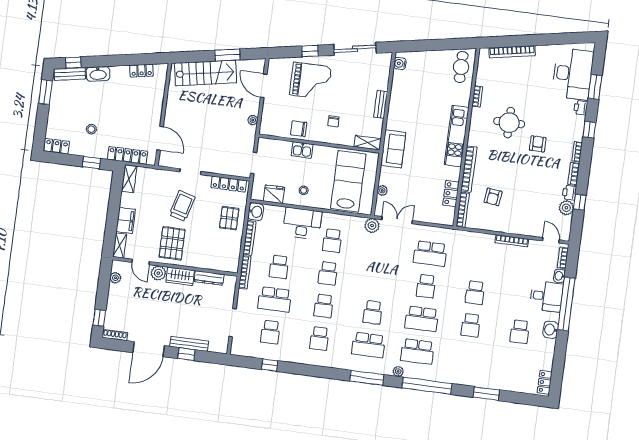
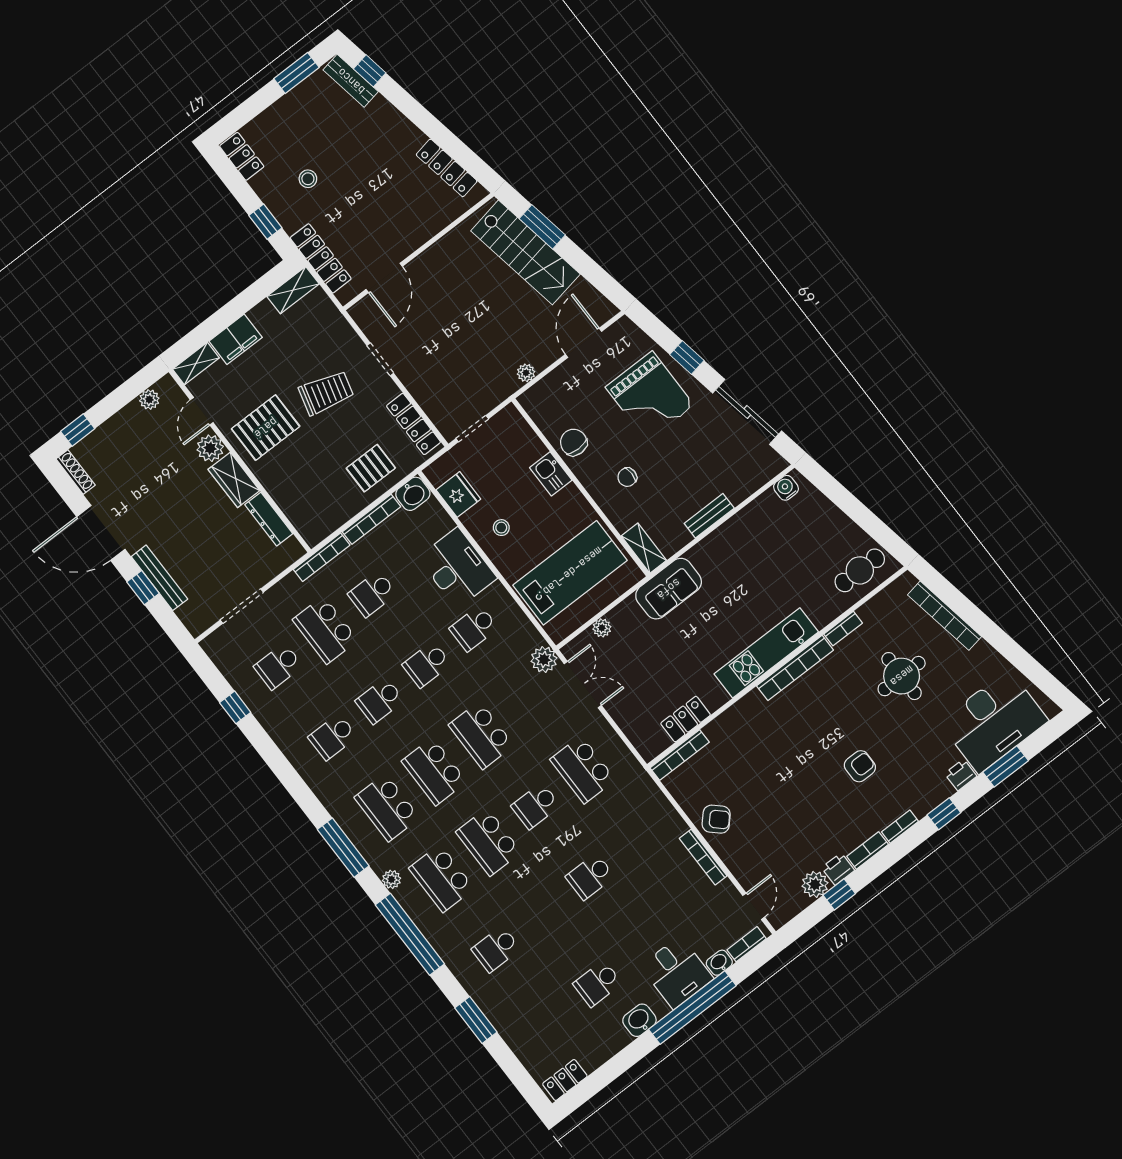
window: (227, 55) -> (542, 227), moved
locker: (142, 71) -> (447, 168), width x1.53
washbasin: (98, 74) -> (387, 117), removed
round table: (509, 123) -> (902, 676), moved
bookcase: (469, 169) -> (795, 668), moved
armchair: (493, 197) -> (716, 819), moved, turned -144
school desk: (377, 280) -> (481, 735), added
school desk: (373, 312) -> (434, 771), width x1.85
school desk: (471, 325) -> (496, 949), moved

